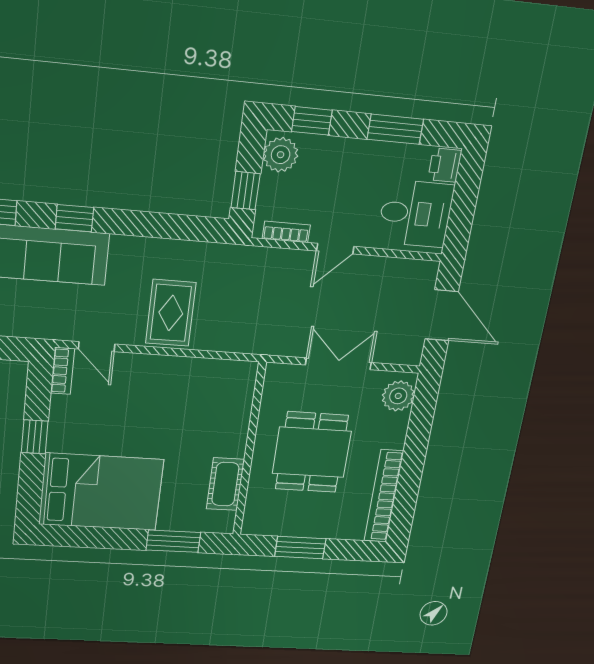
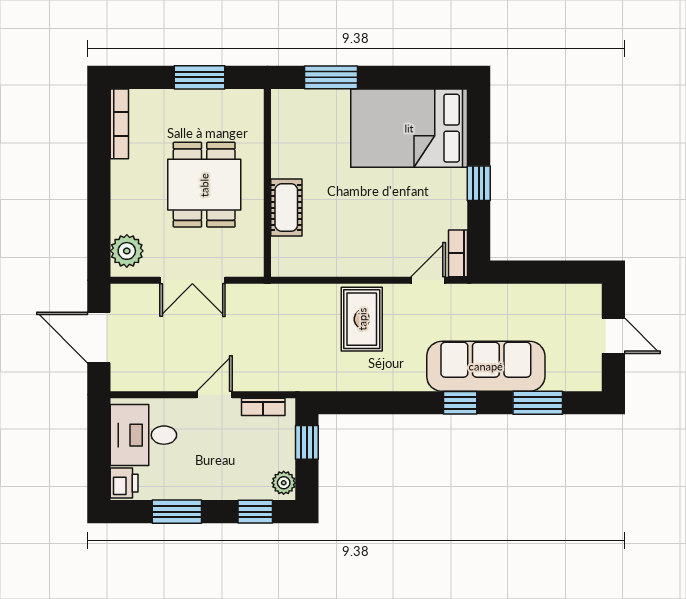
plant: (281, 155) -> (284, 483), width x0.73, depth x0.73
door: (97, 347) -> (428, 280), hinge flipped
cot: (225, 484) -> (286, 208), moved
bookcase: (384, 496) -> (119, 124), width x0.68, depth x0.76

